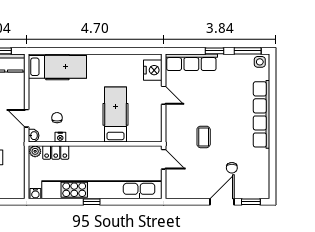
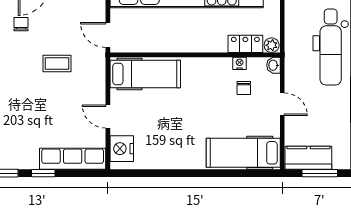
hospital bed: (116, 114) -> (145, 74), moved, turned -90
door: (27, 118) -> (282, 104), moved
coffee table: (204, 137) -> (57, 64), turned 90

